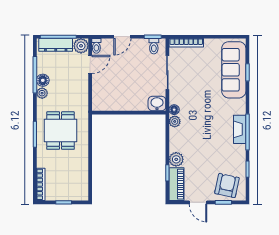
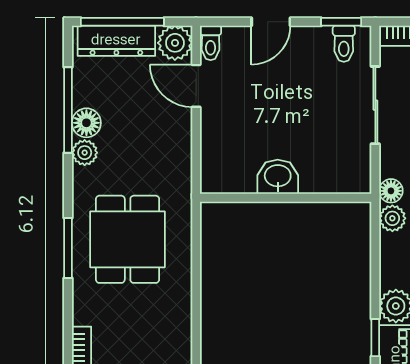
door: (90, 64) -> (196, 86), swing flipped
washbasin: (157, 104) -> (278, 177), moved

